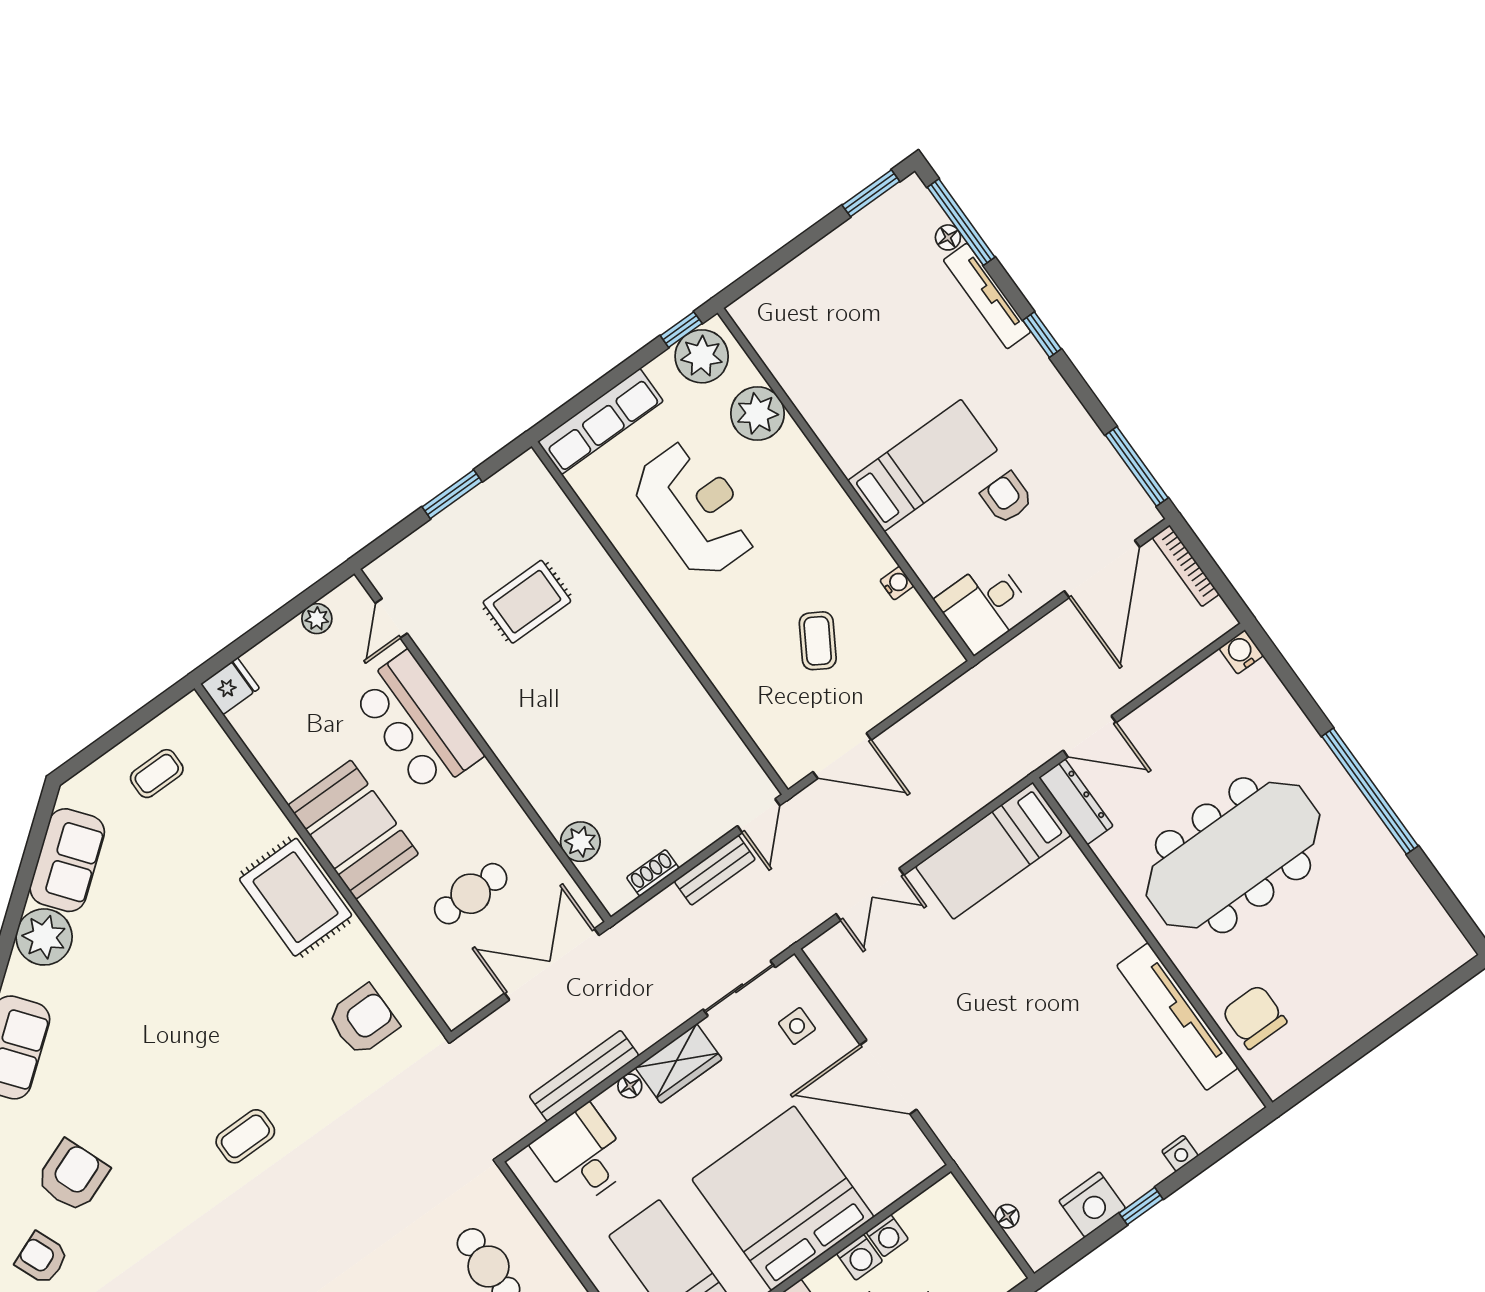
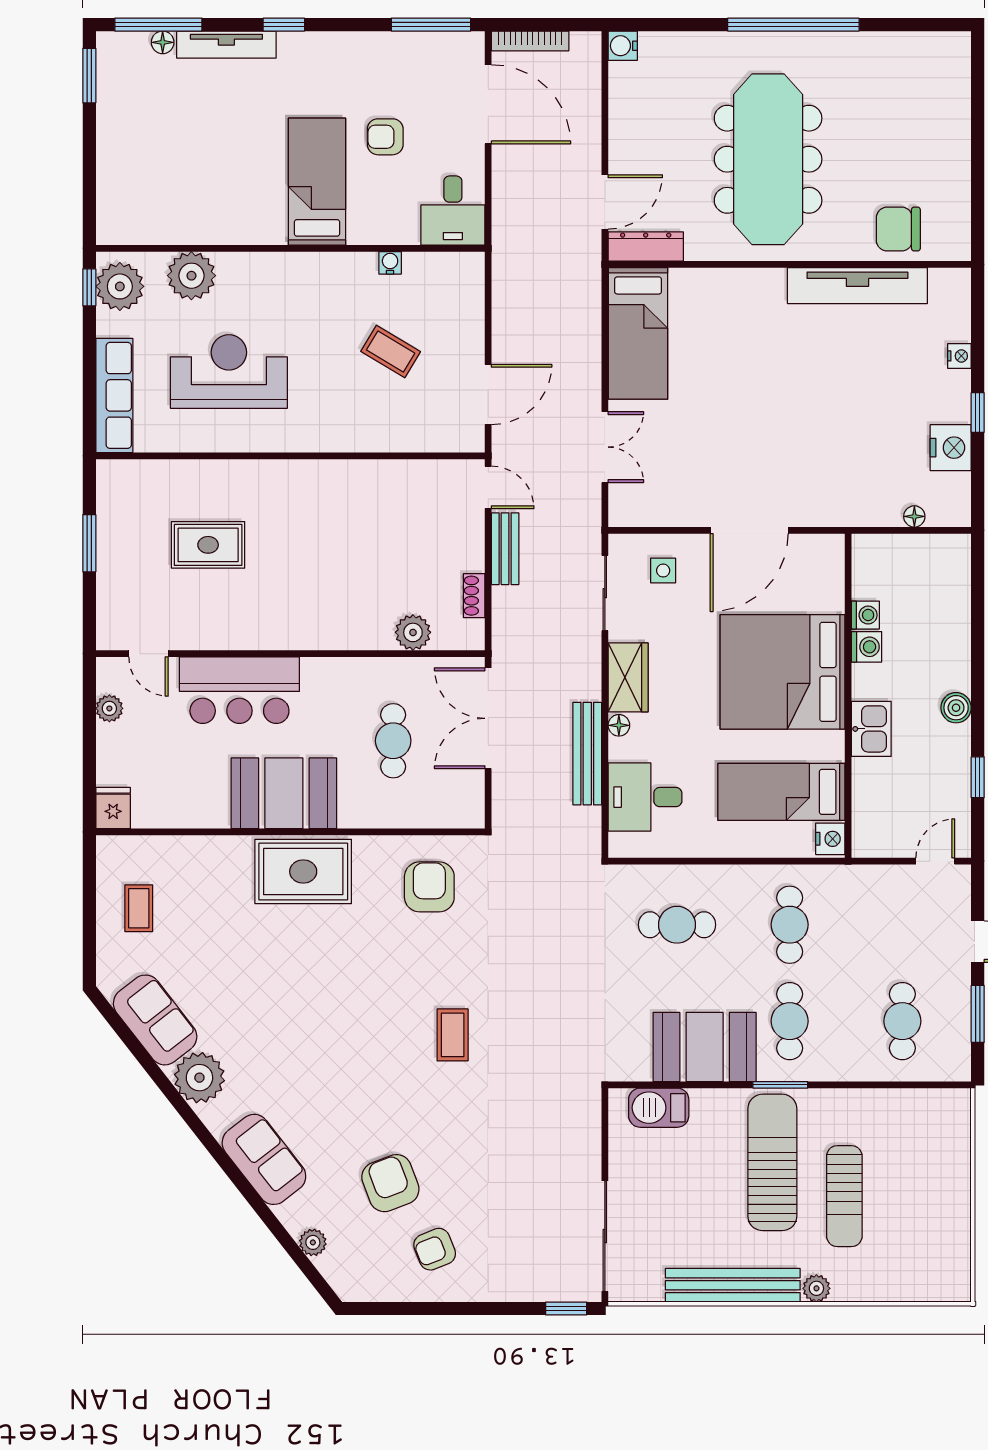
rug: (527, 602) -> (208, 545), turned 90

